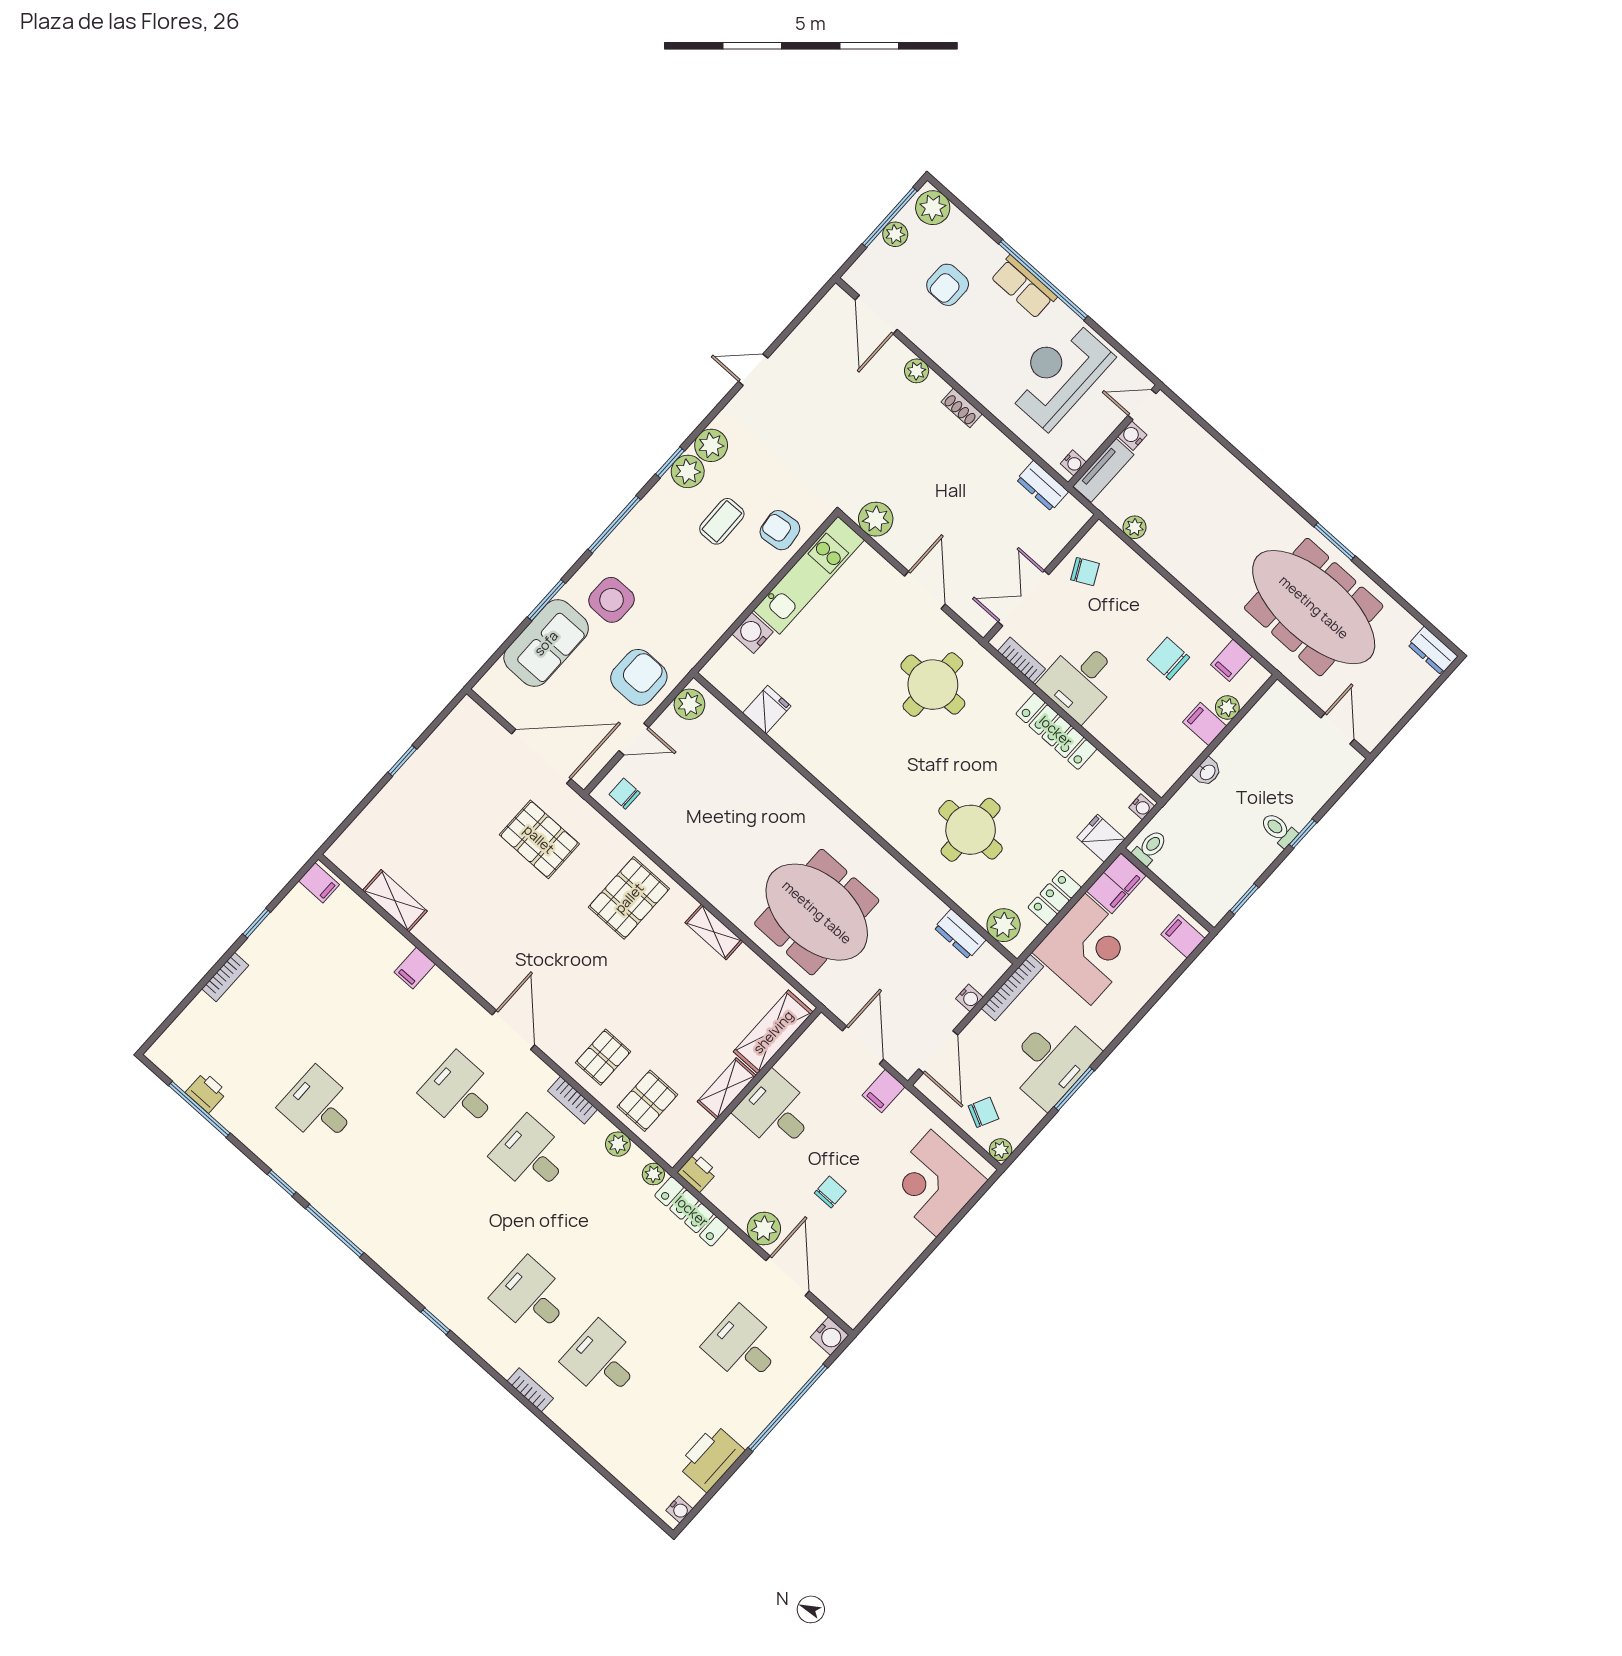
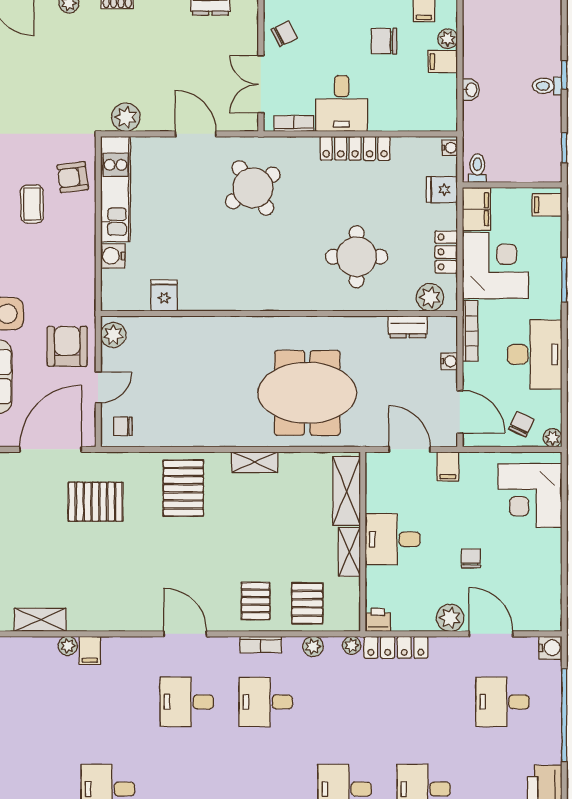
round table: (933, 685) -> (253, 188), turned -34
plant: (399, 946) -> (68, 646), added
window: (1074, 1089) -> (564, 280), moved

